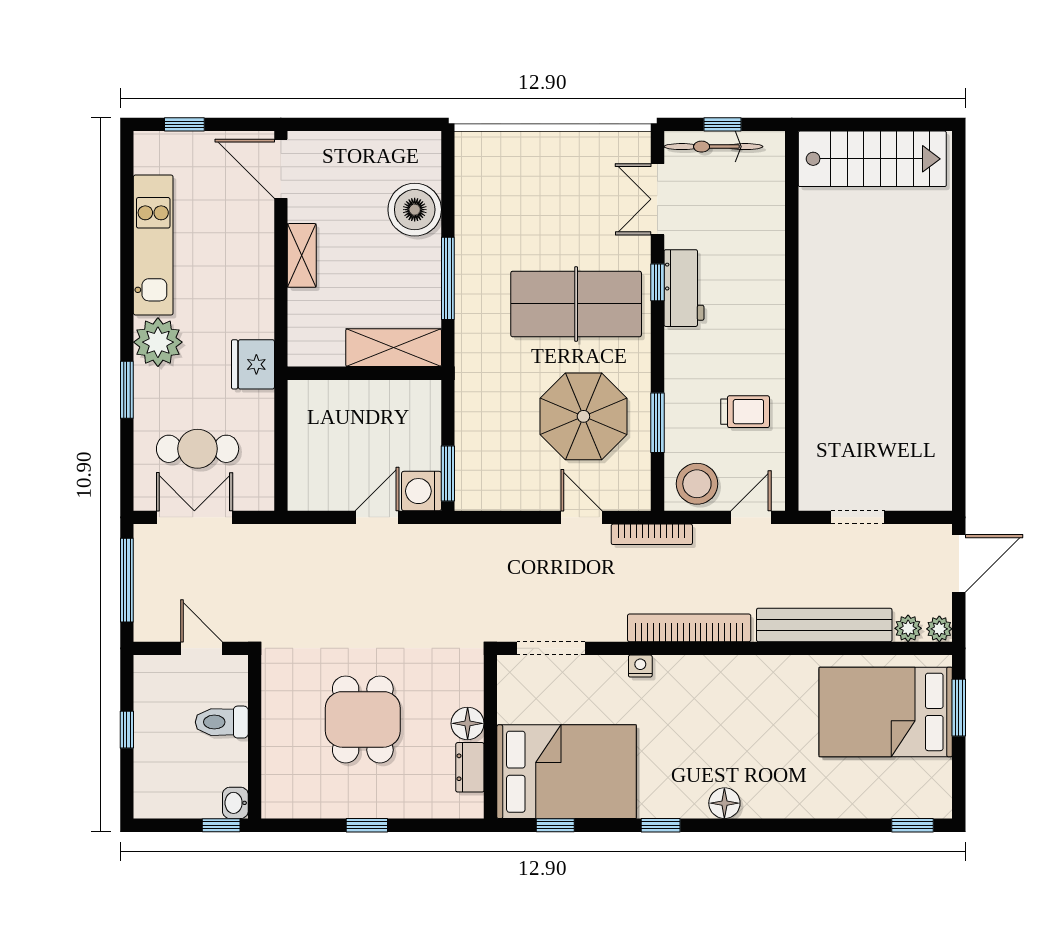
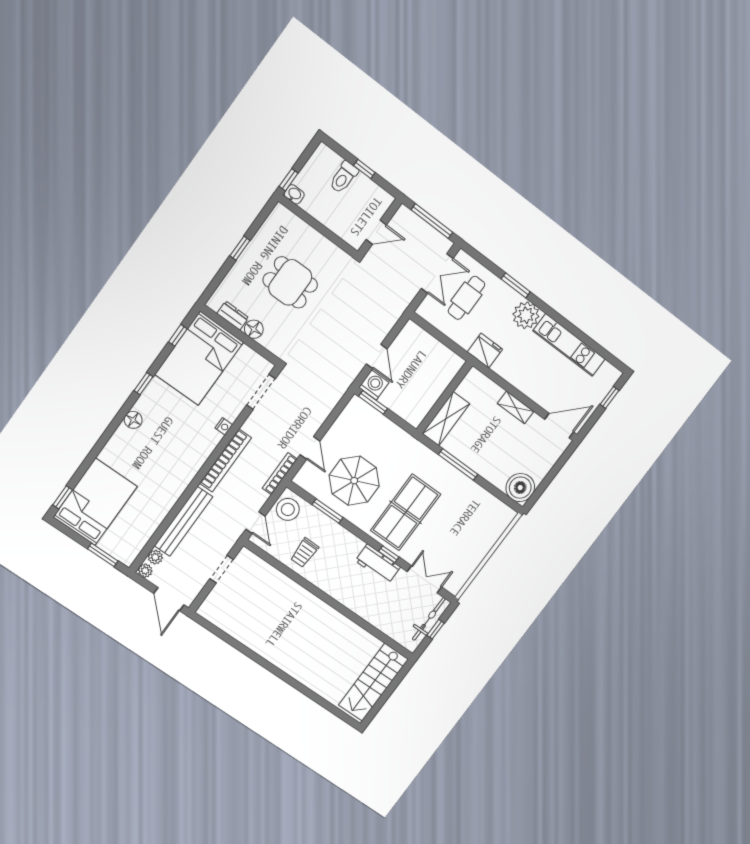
boiler: (415, 210) -> (520, 488), moved
door: (582, 517) -> (310, 448), hinge flipped
bed: (886, 712) -> (95, 502), moved
toilet: (222, 722) -> (344, 177), moved, turned 180

